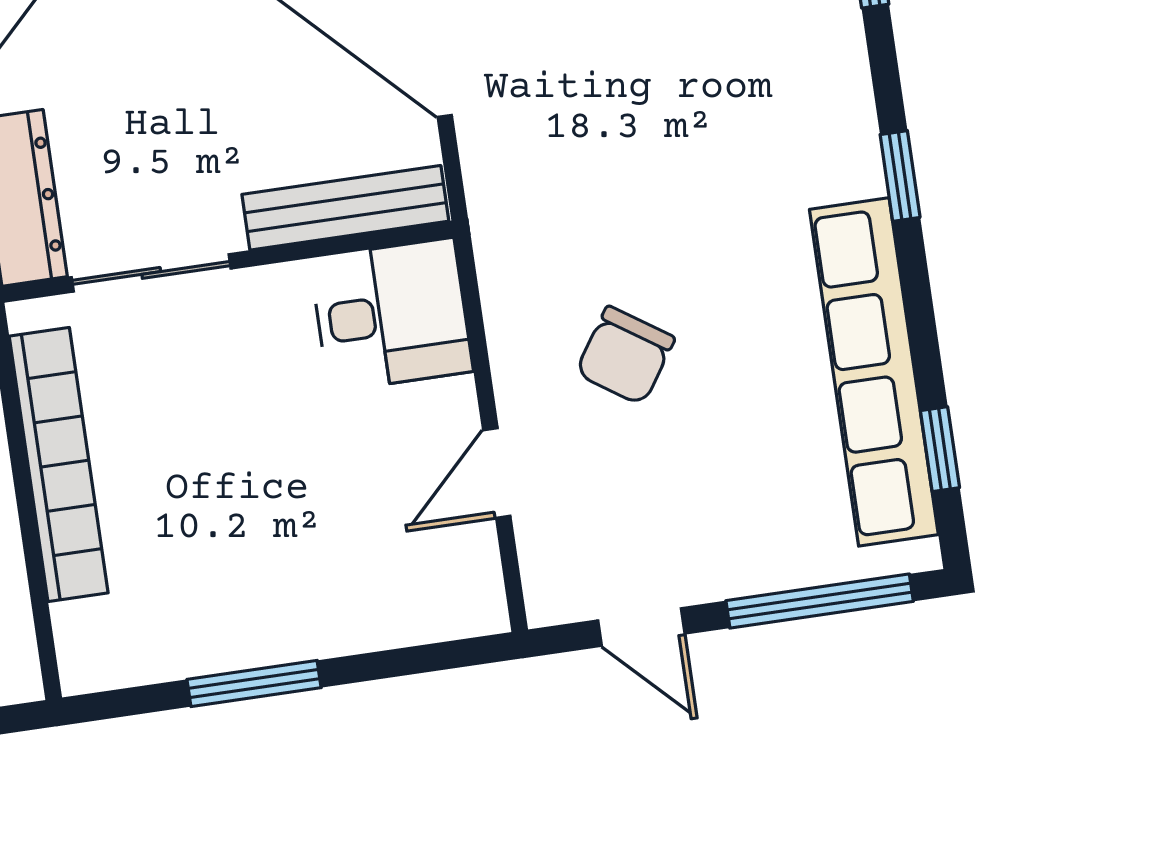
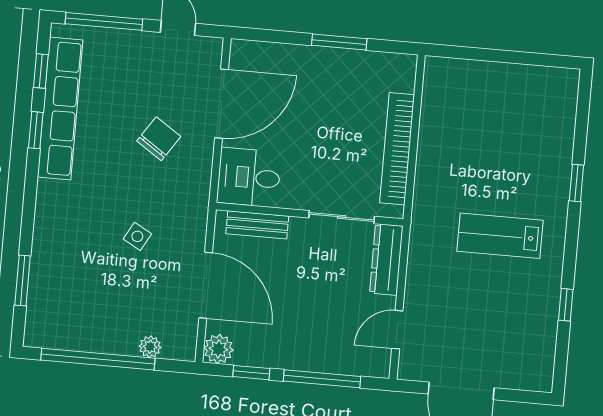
side table: (621, 114) -> (137, 236), added
window: (900, 176) -> (36, 130), moved
bench: (345, 208) -> (257, 225), width x0.73
door: (497, 473) -> (222, 104), width x1.88

